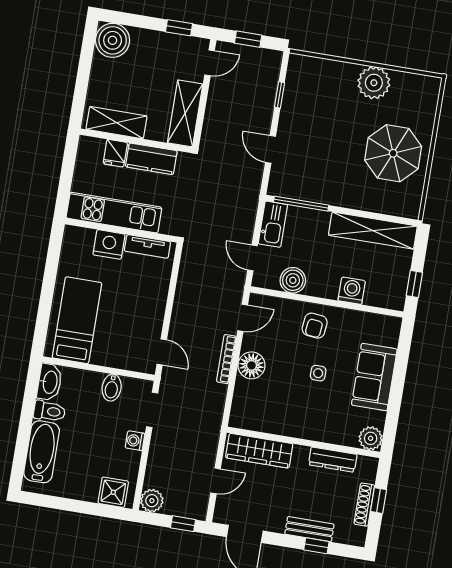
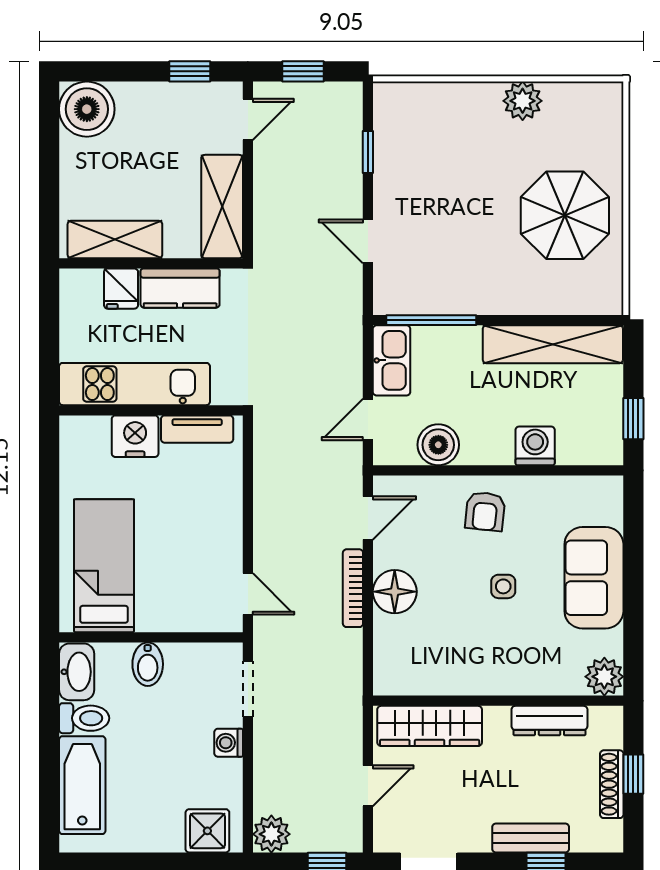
plant: (374, 83) -> (523, 101), width x0.73, depth x0.73
door: (253, 258) -> (368, 420), hinge flipped
bidet: (112, 388) -> (148, 664), moved

